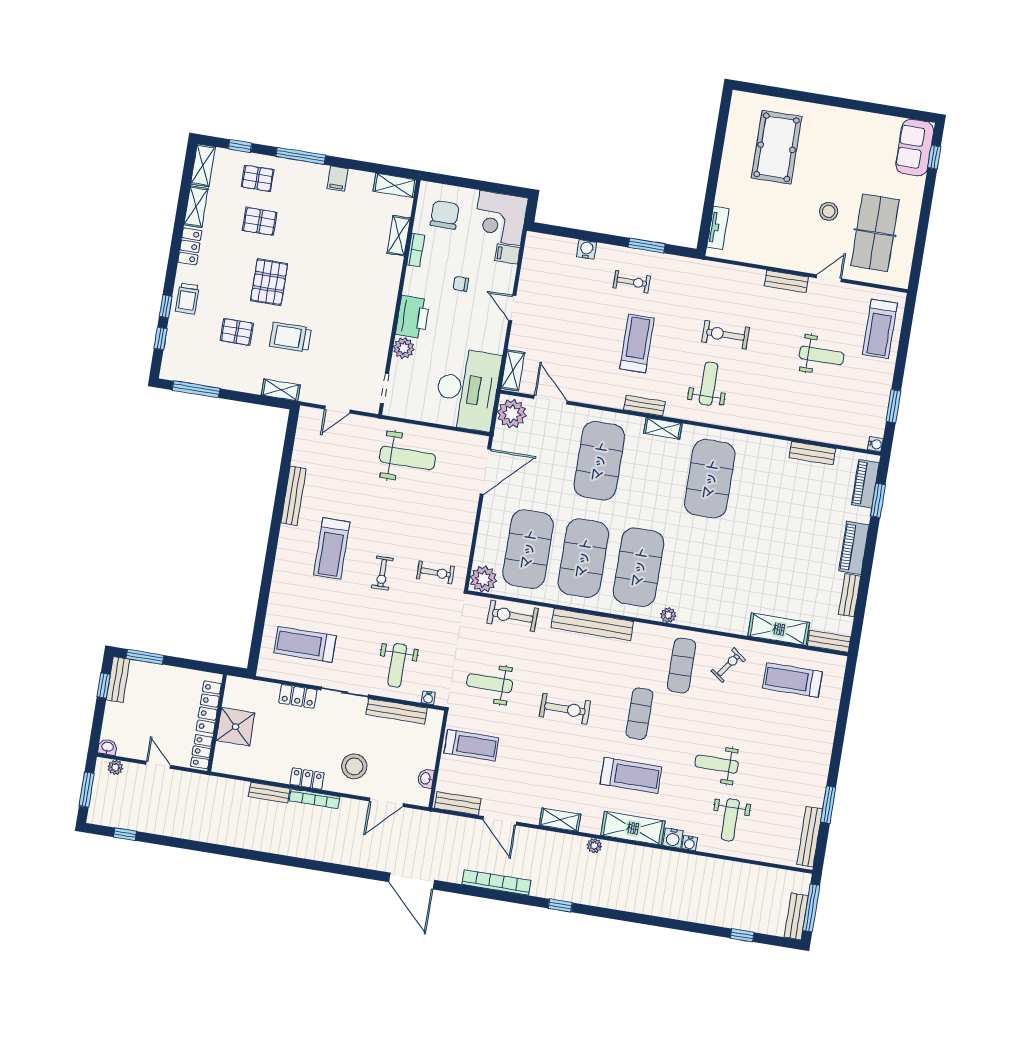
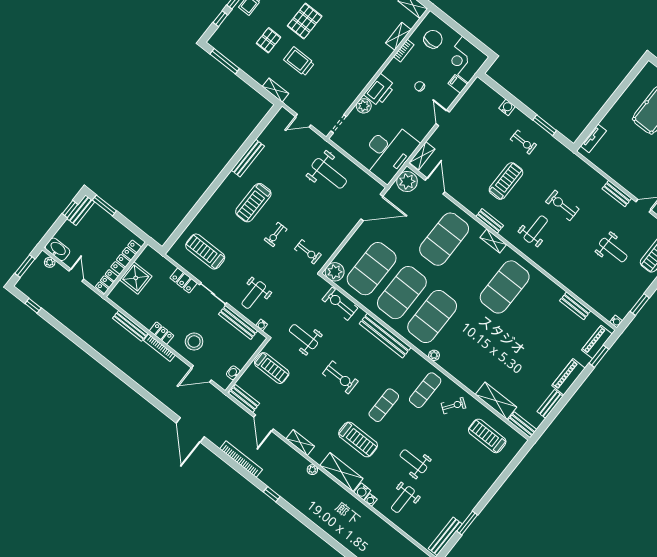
pallet: (237, 332) -> (268, 40), turned 90
washbasin: (107, 747) -> (58, 249), width x1.91, depth x1.45
bench: (269, 793) -> (130, 326), width x1.36

